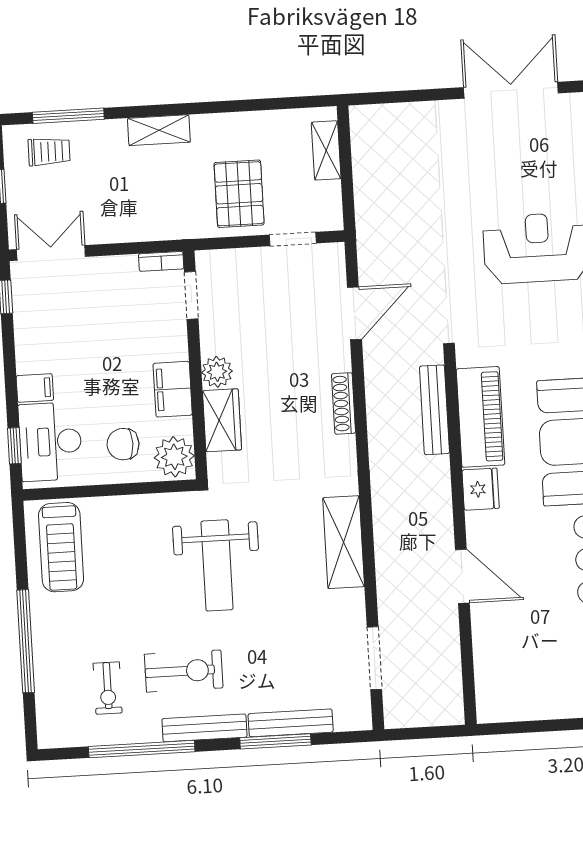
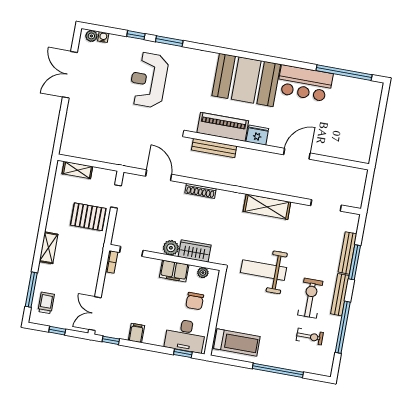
filing cabinet: (35, 388) -> (136, 333), moved
plant: (174, 457) -> (203, 273), width x0.53, depth x0.53
weight bench: (217, 565) -> (264, 270), turned 180

